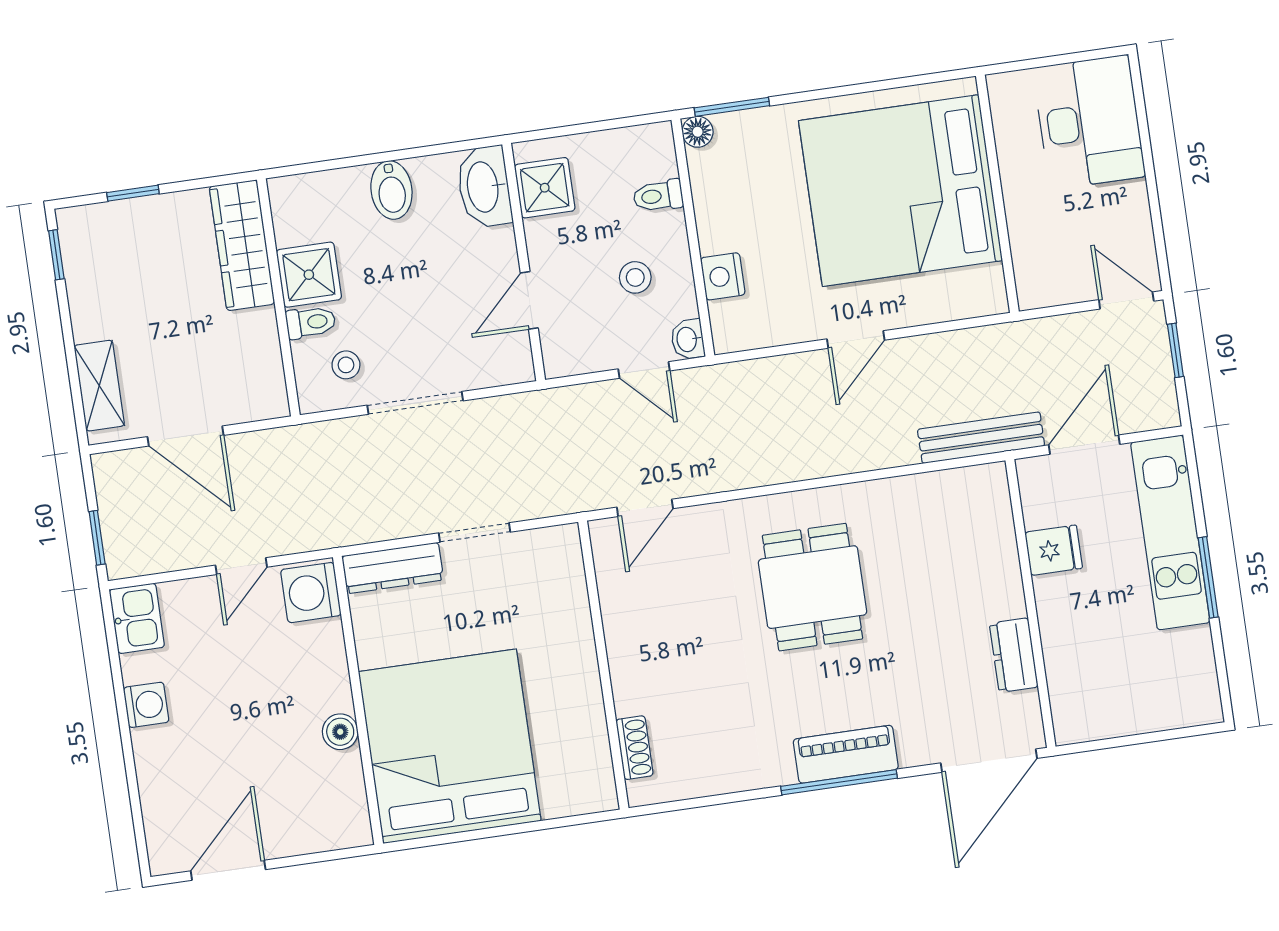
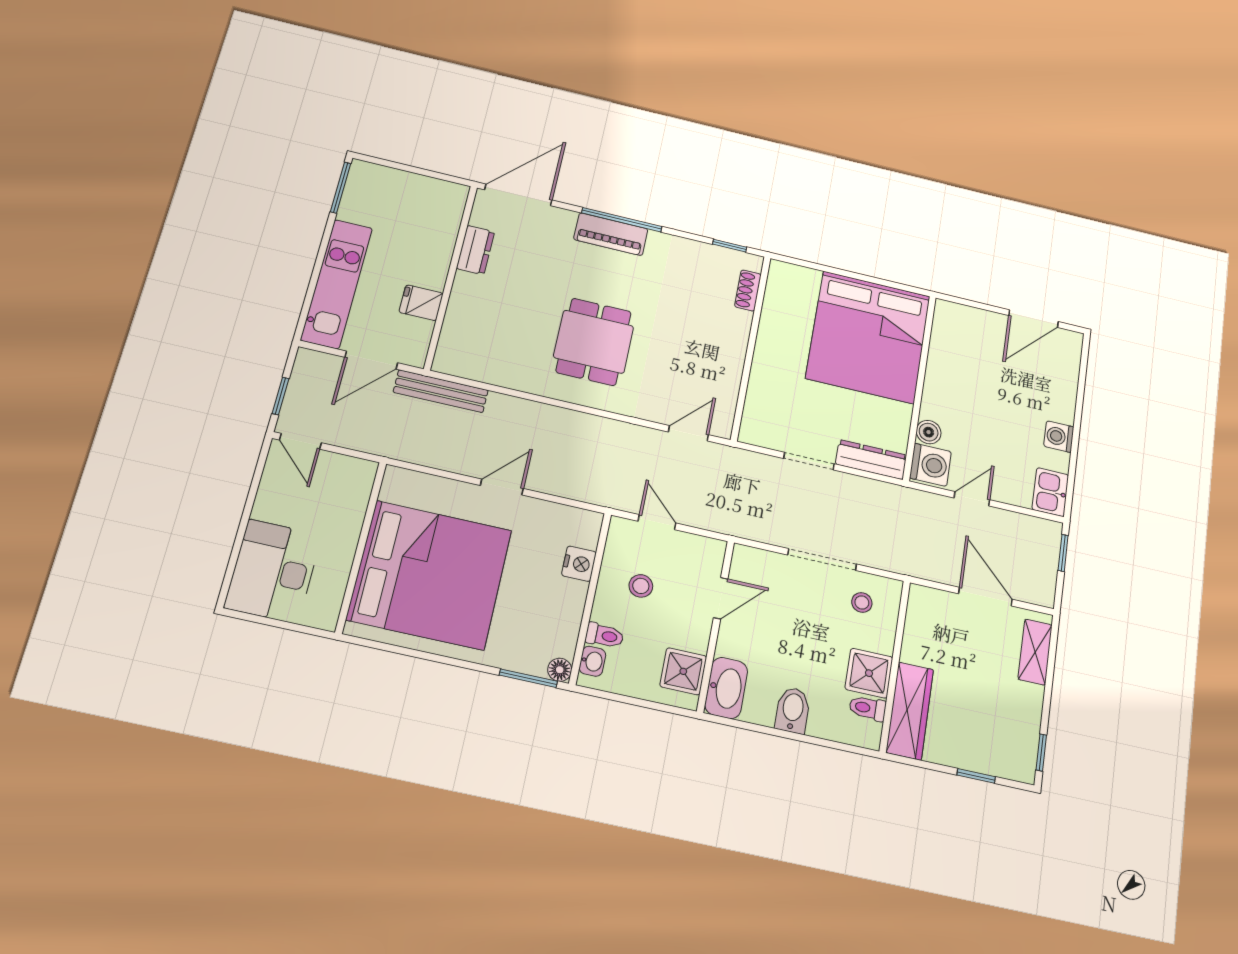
toilet: (311, 322) -> (868, 708), moved
washbasin: (688, 339) -> (592, 661), moved
window: (1208, 577) -> (341, 188), moved
boiler: (340, 732) -> (929, 432), moved
window: (681, 805) -> (730, 246), added

